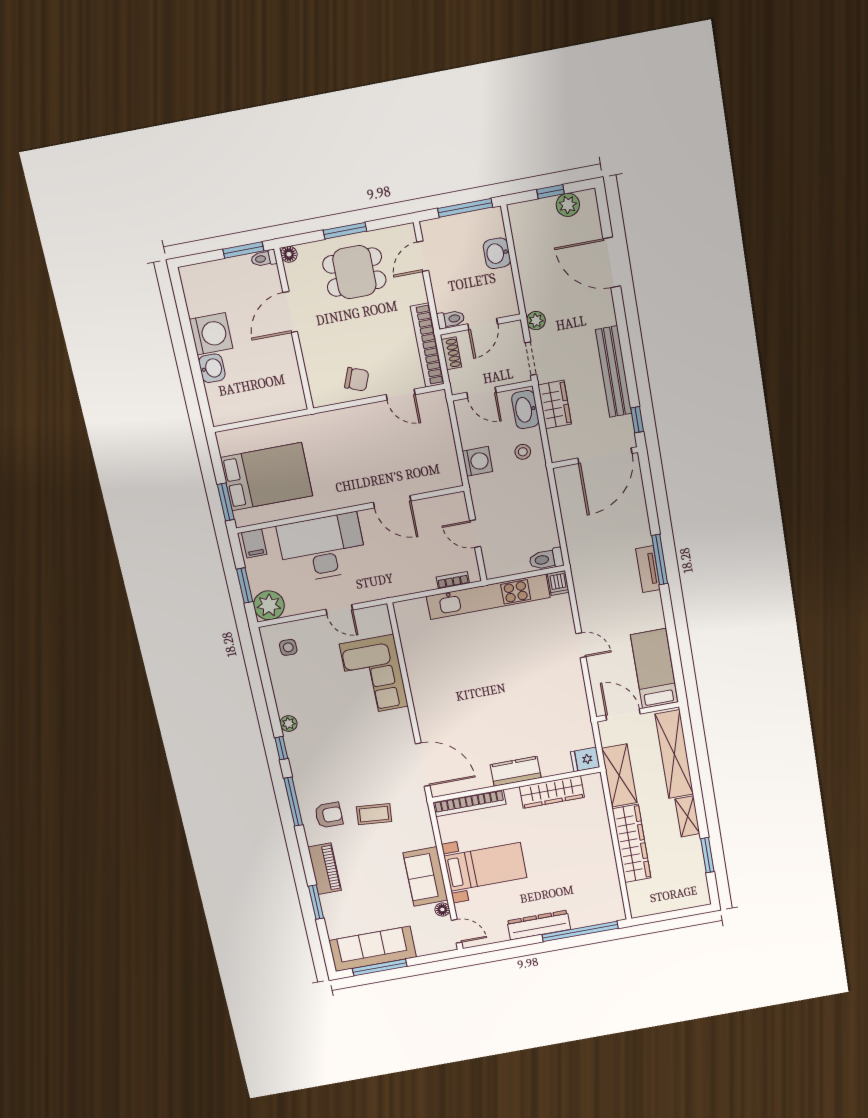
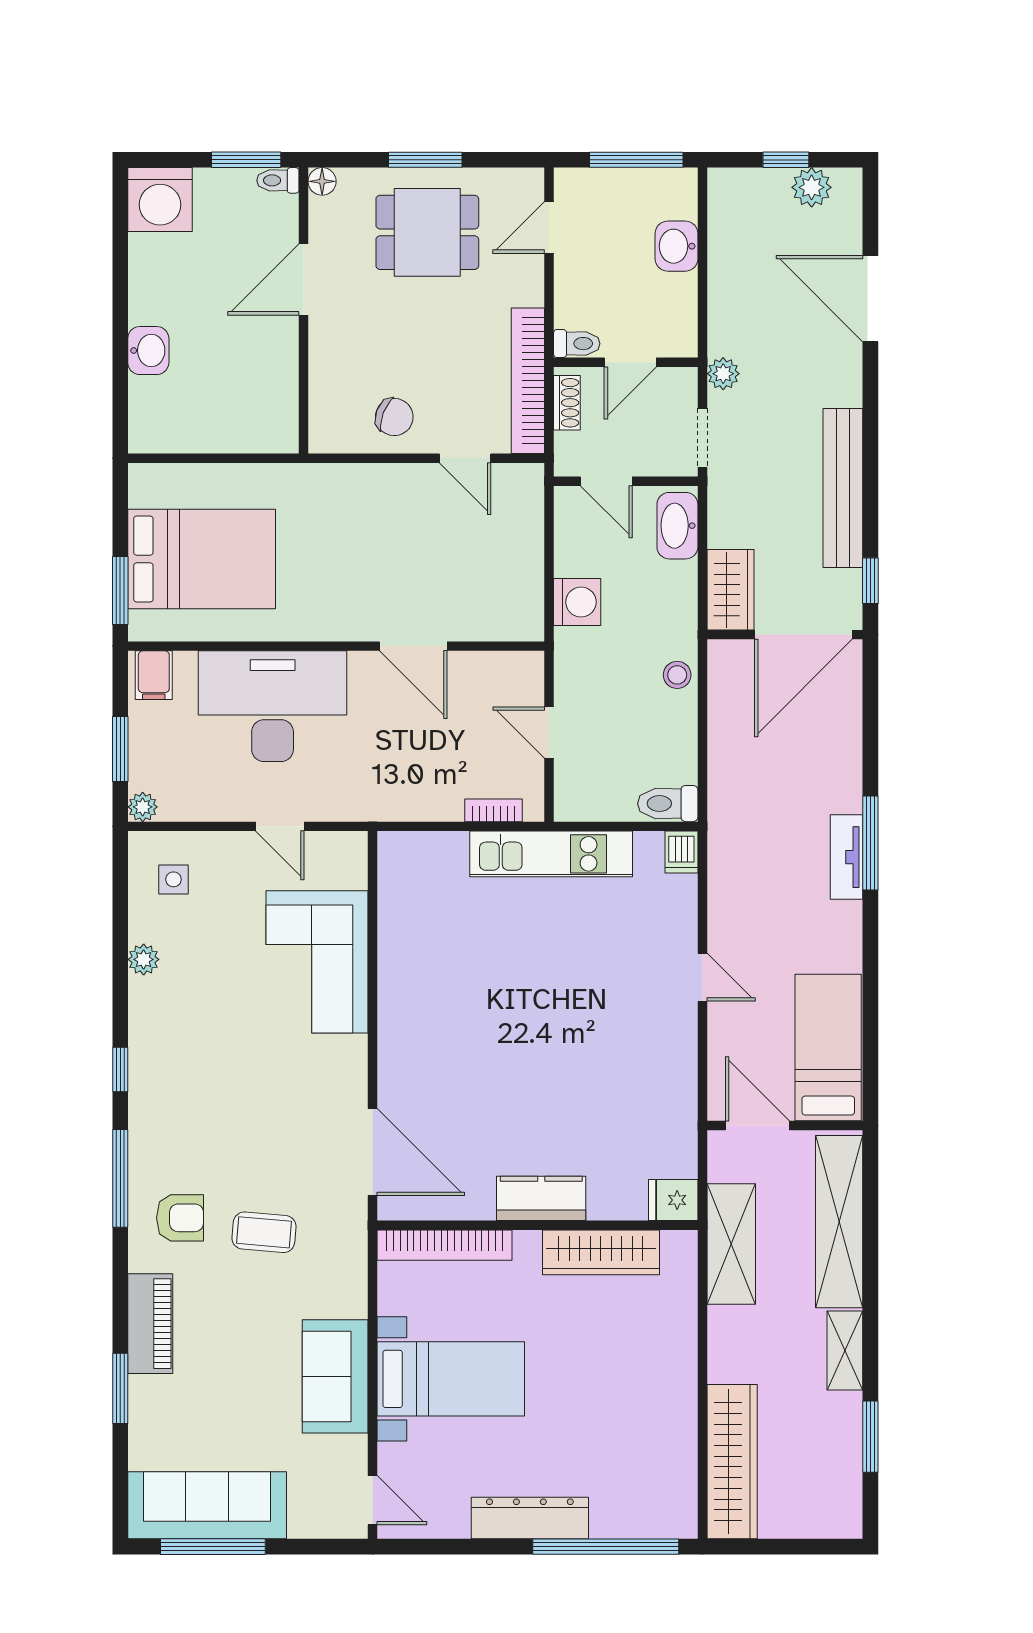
washing machine: (211, 334) -> (160, 200), moved, turned 90
wardrobe: (555, 405) -> (730, 590), moved
stool: (523, 452) -> (677, 675), moved
kitchen unit: (488, 597) -> (551, 854), width x0.73
plant: (269, 605) -> (143, 807), width x0.53, depth x0.53
plant: (289, 723) -> (144, 959), moved
wardrobe: (632, 843) -> (732, 1462), moved
floor lamp: (442, 910) -> (354, 1450), removed

